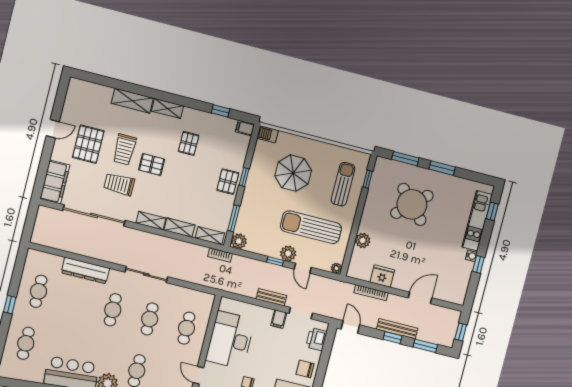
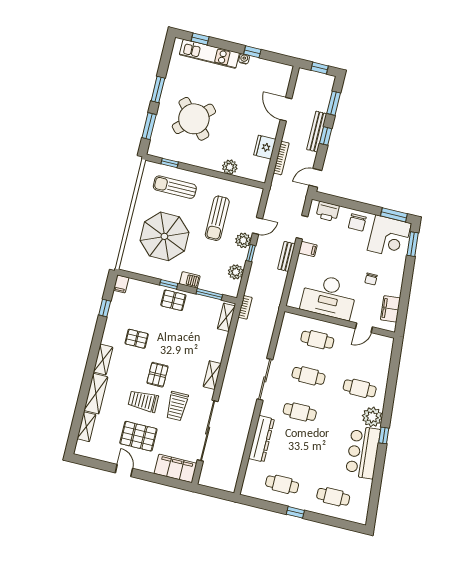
barbecue: (268, 134) -> (190, 280), moved, turned -90
trolley: (124, 149) -> (143, 401), turned 180
parasol: (293, 173) -> (164, 236), width x1.36, depth x1.36
sun lounger: (311, 227) -> (217, 218), width x0.73, depth x0.75
shelving: (180, 228) -> (86, 427), moved
plant: (239, 241) -> (236, 272), moved
plant: (336, 268) -> (257, 193), removed

